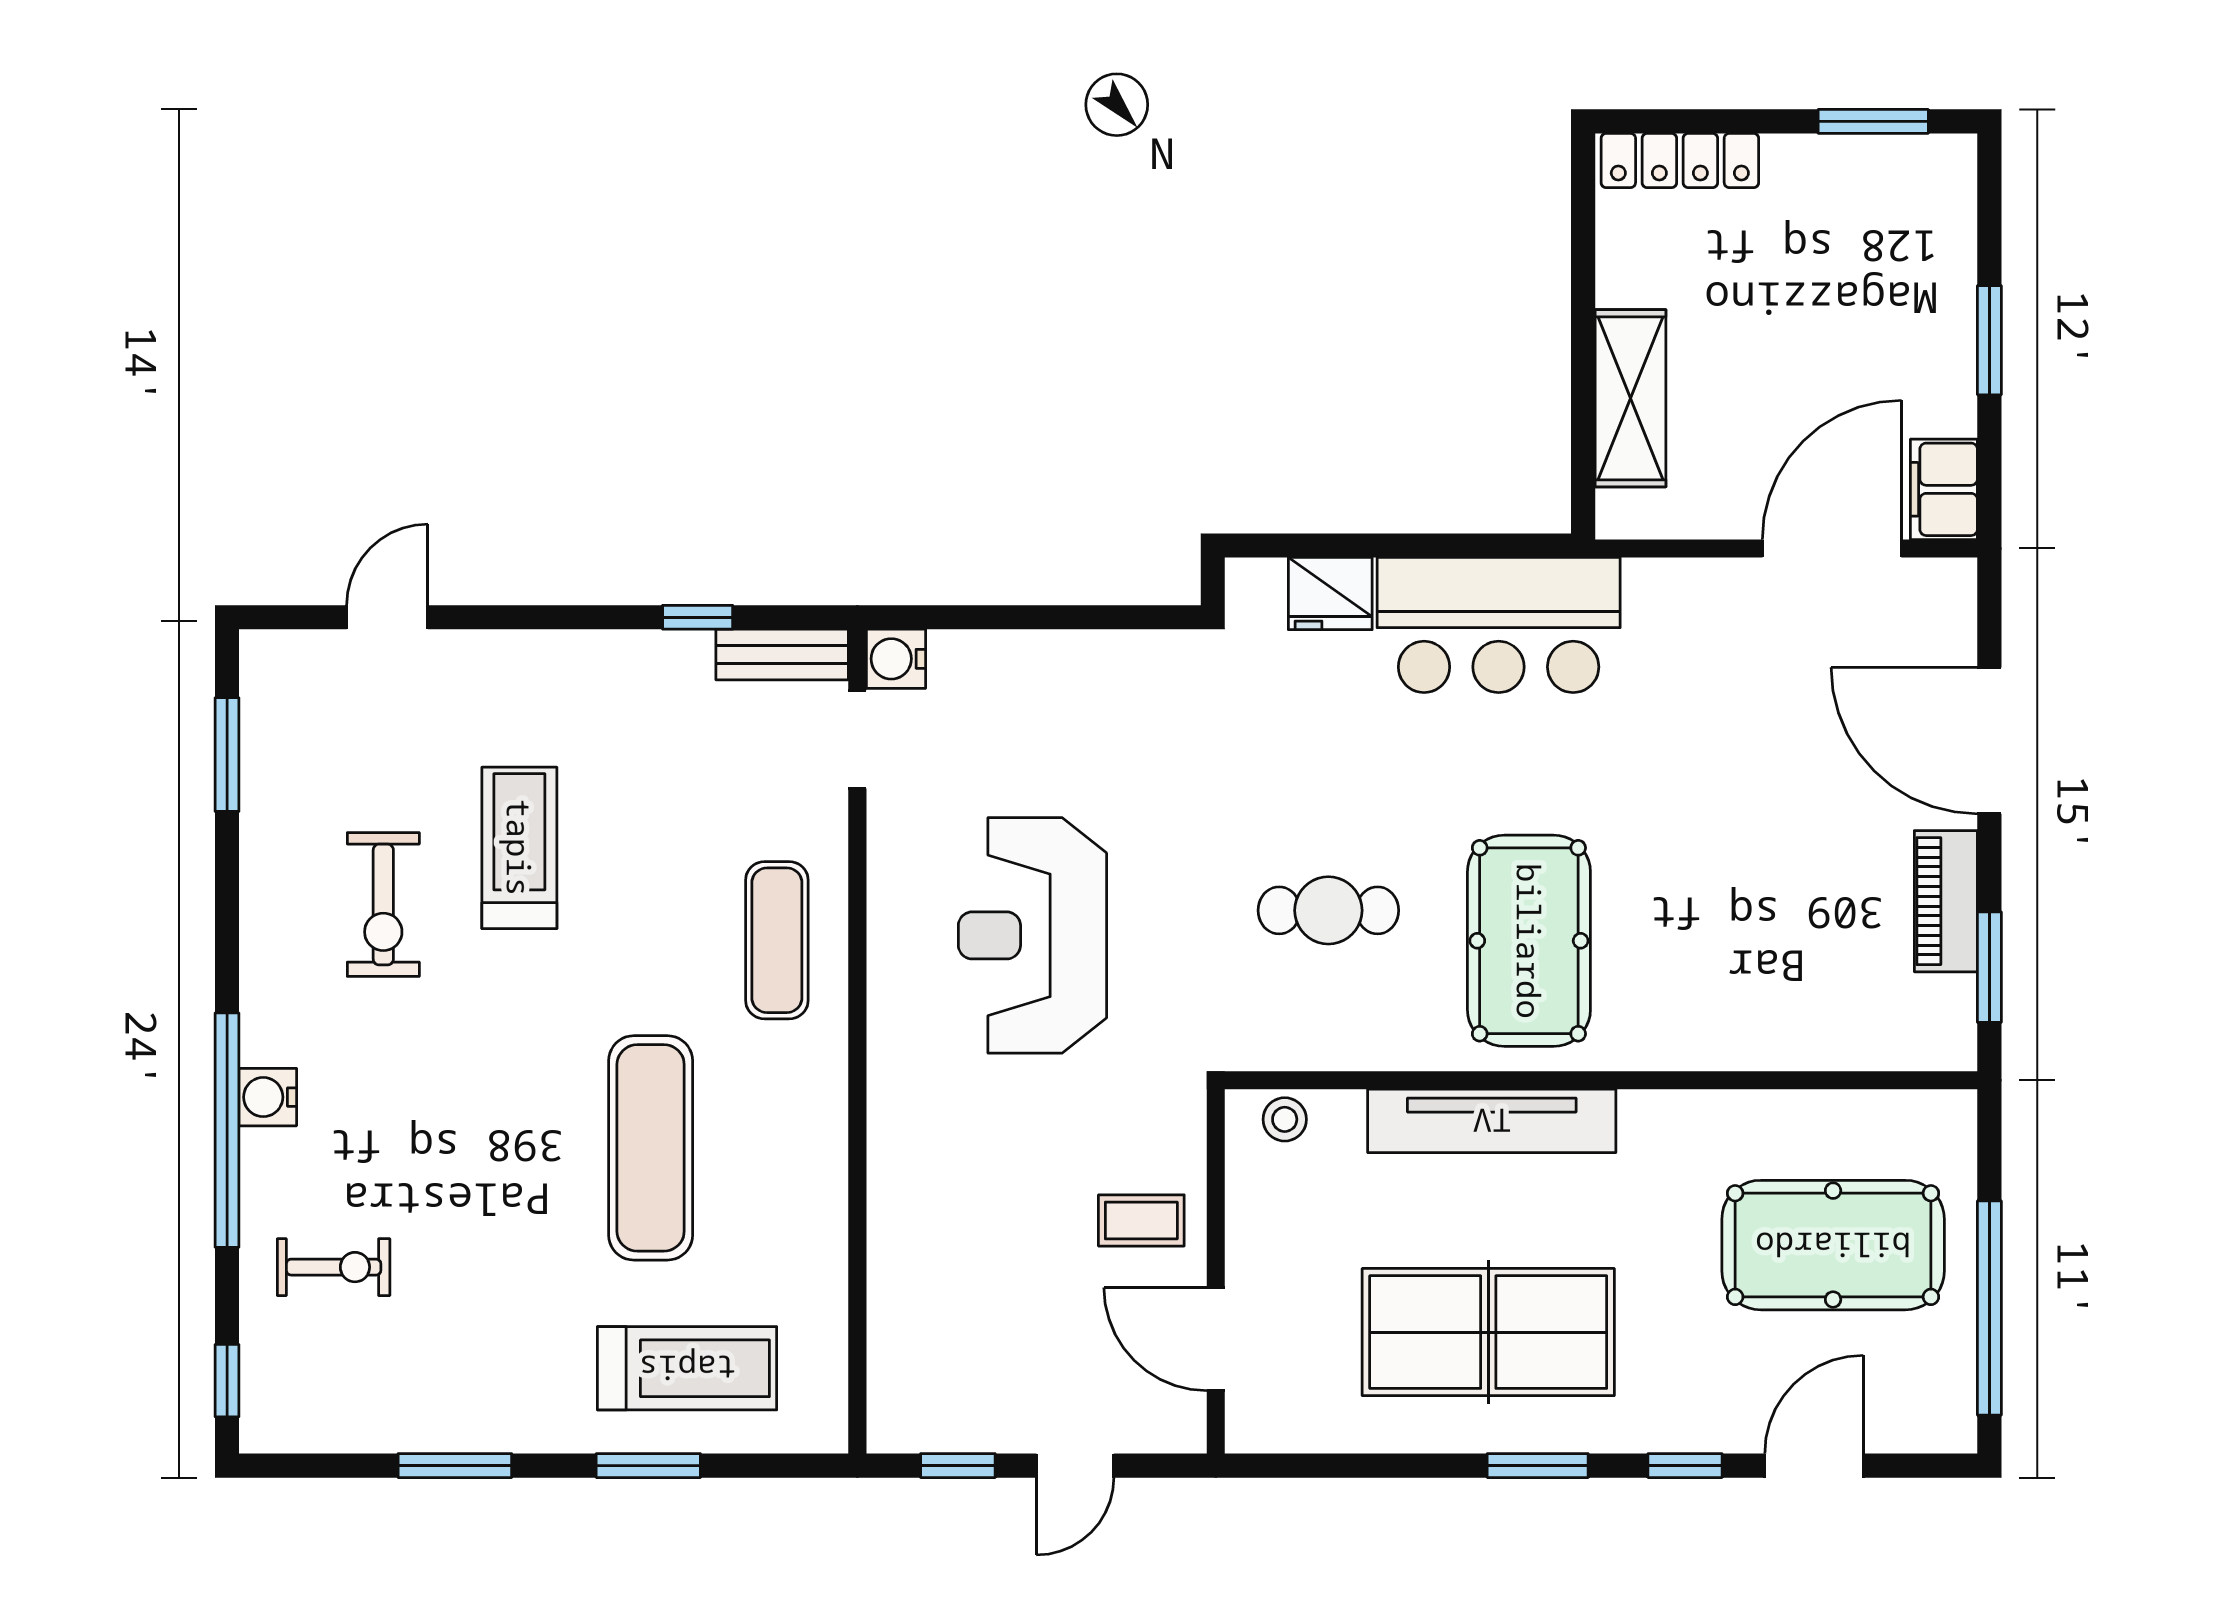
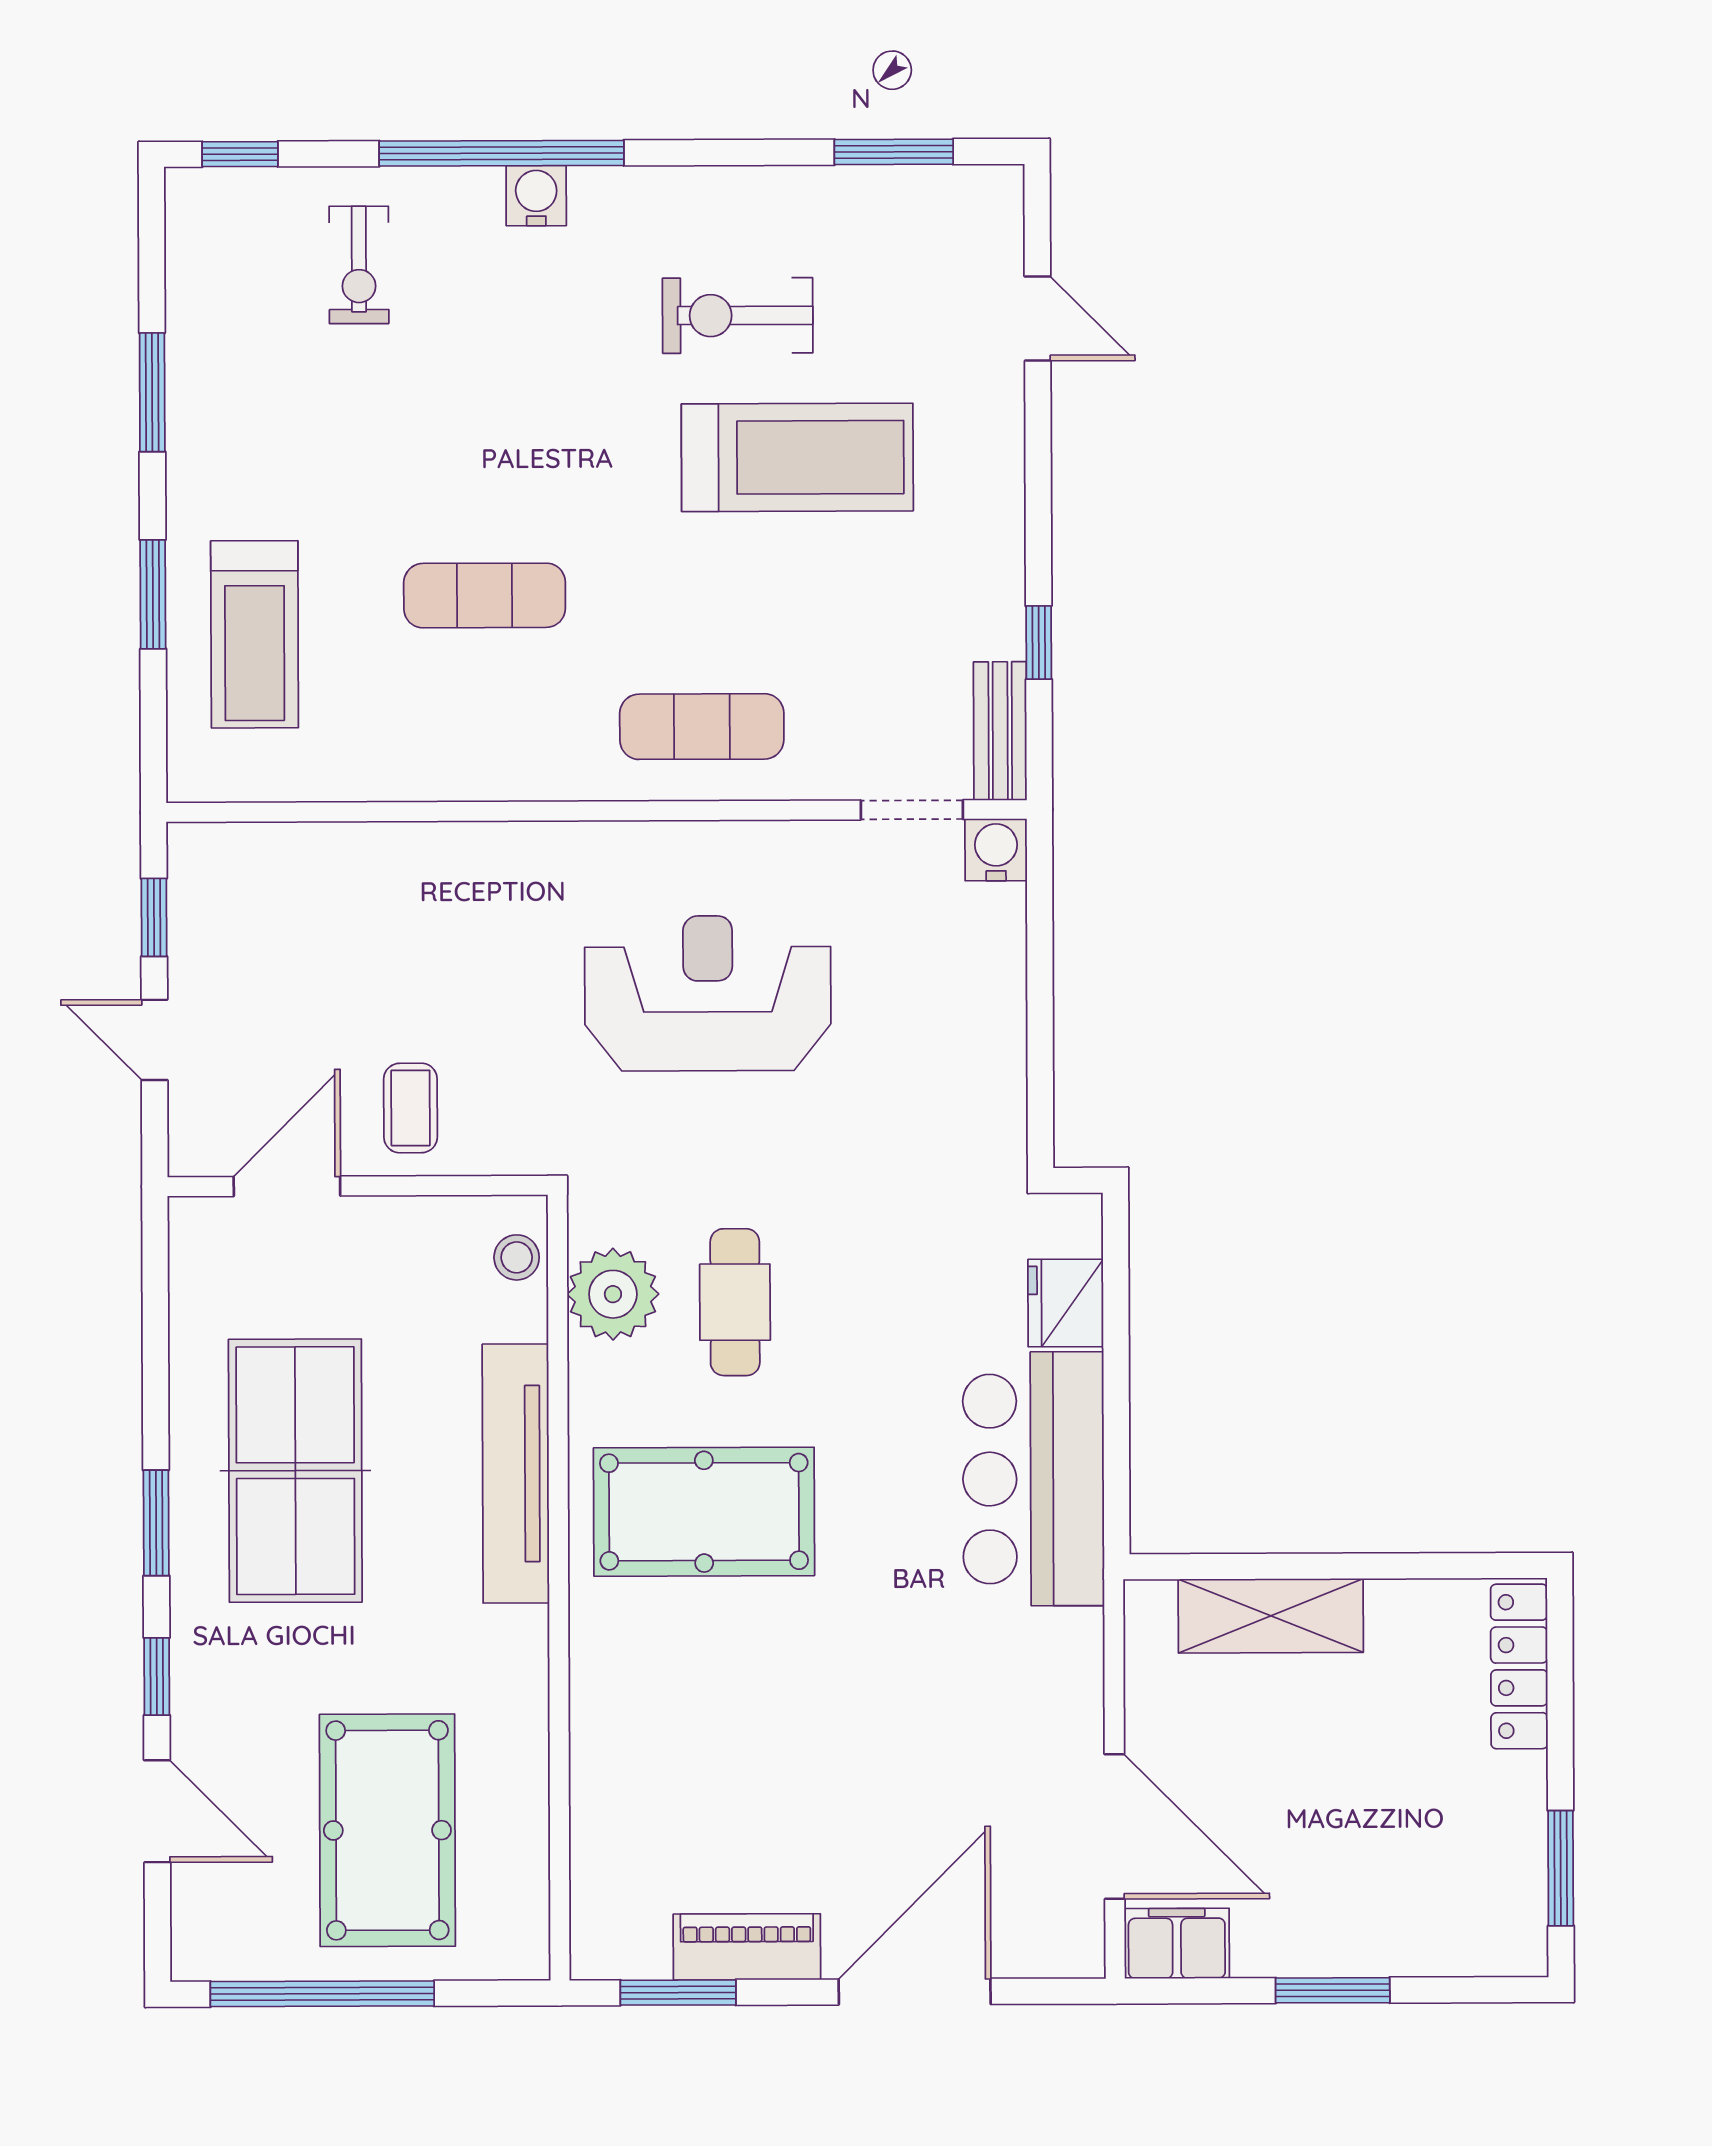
treadmill: (519, 848) -> (797, 457), width x1.37, depth x1.38
plant: (1320, 1027) -> (613, 1294), added
exercise mat: (651, 1148) -> (485, 595), width x0.73, depth x0.69

